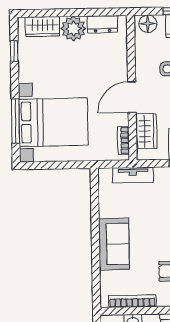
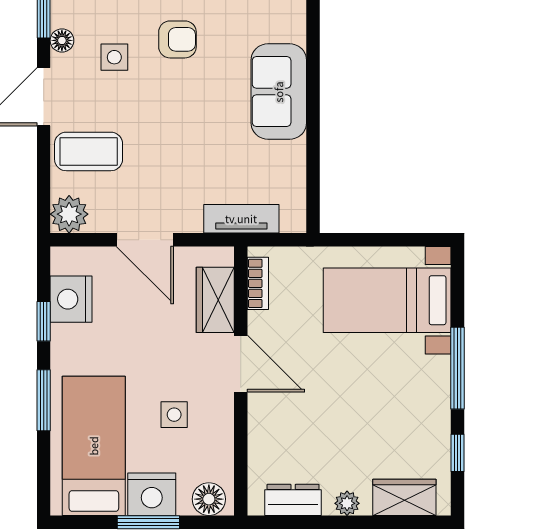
plant: (73, 29) -> (347, 503), width x0.53, depth x0.53
door: (132, 97) -> (241, 364), hinge flipped
window: (15, 121) -> (458, 368), moved
bed with nightstands: (53, 122) -> (387, 300), width x0.73

